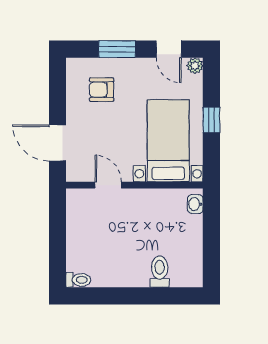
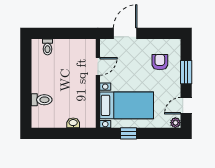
window: (211, 120) -> (128, 133), moved
washbasin: (195, 204) -> (73, 123), moved
toilet: (78, 280) -> (47, 47), moved

